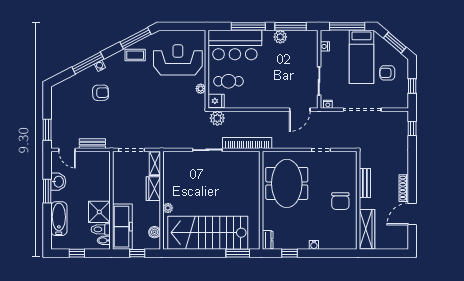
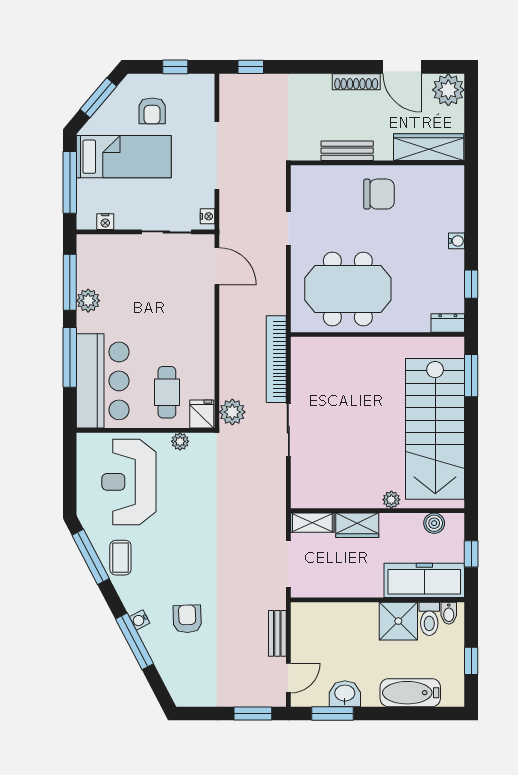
window: (47, 191) -> (332, 714), moved
plant: (399, 240) -> (448, 90), added

